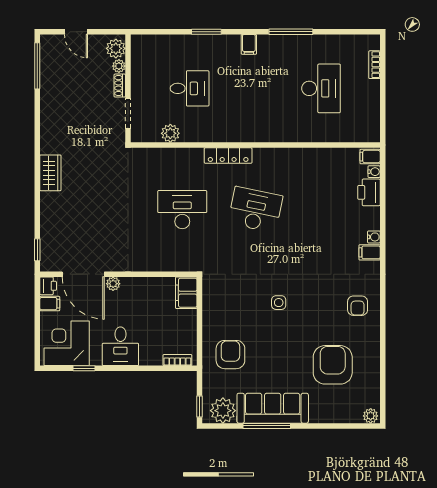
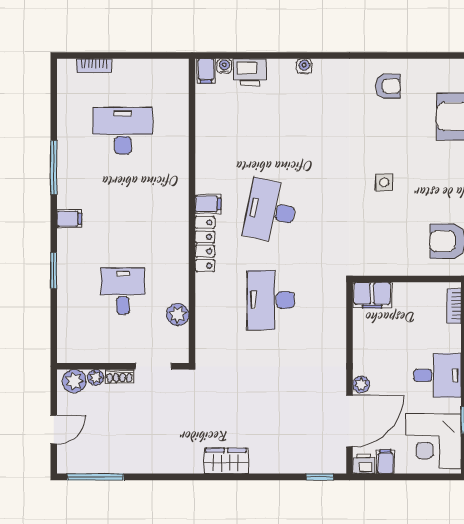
filing cabinet: (370, 252) -> (208, 204), moved, turned -90

